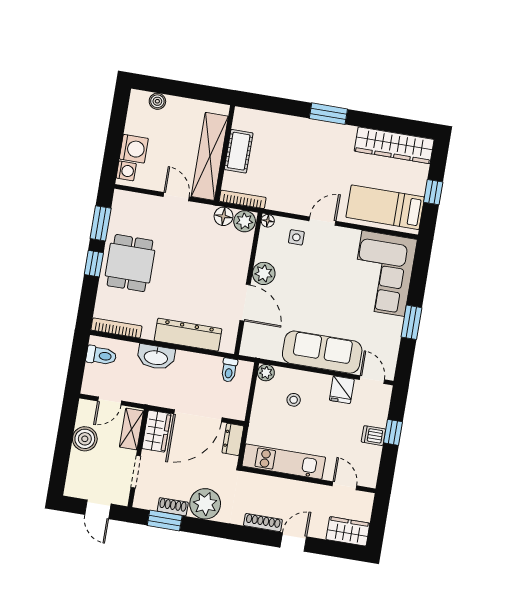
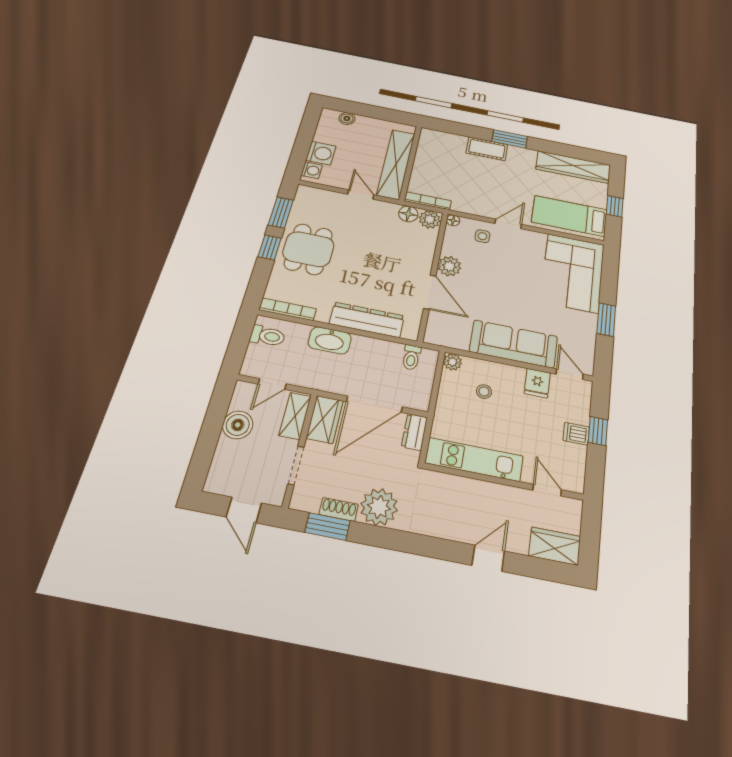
cot: (239, 151) -> (487, 149), moved, turned 90
shoe rack: (263, 523) -> (450, 532), removed

